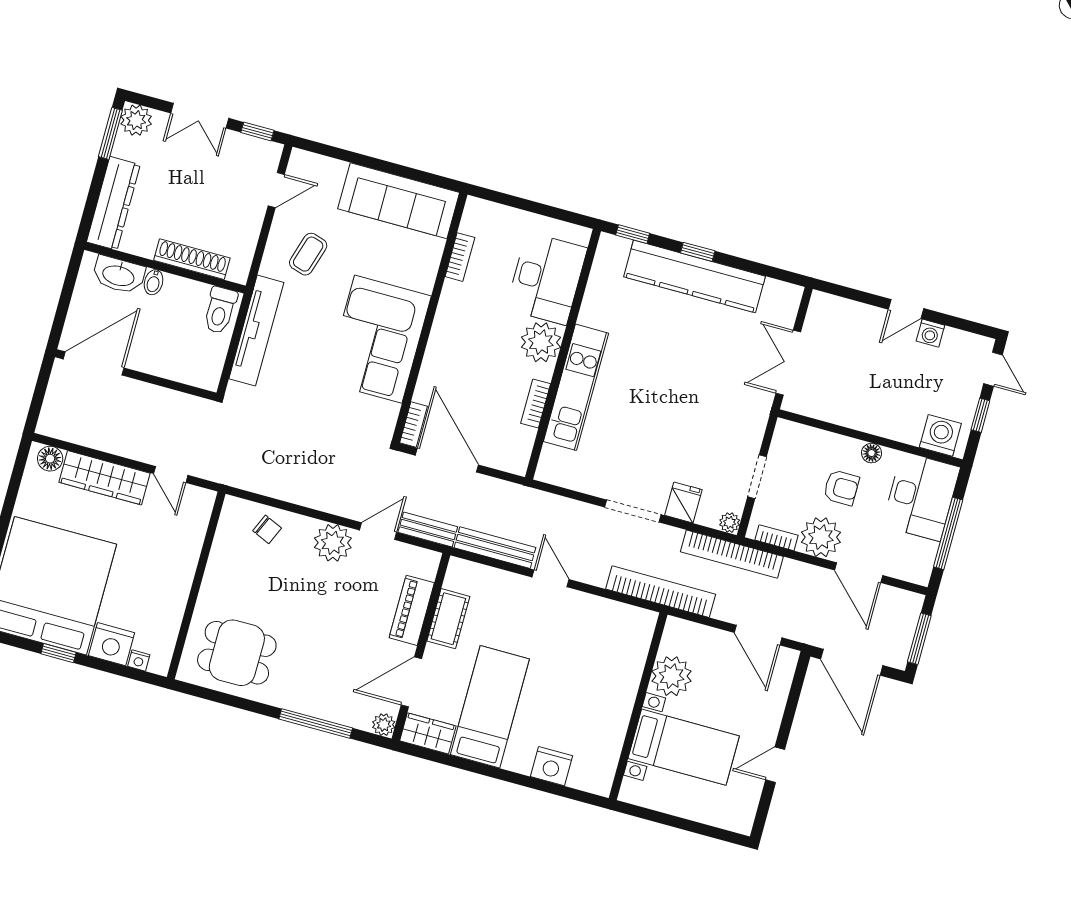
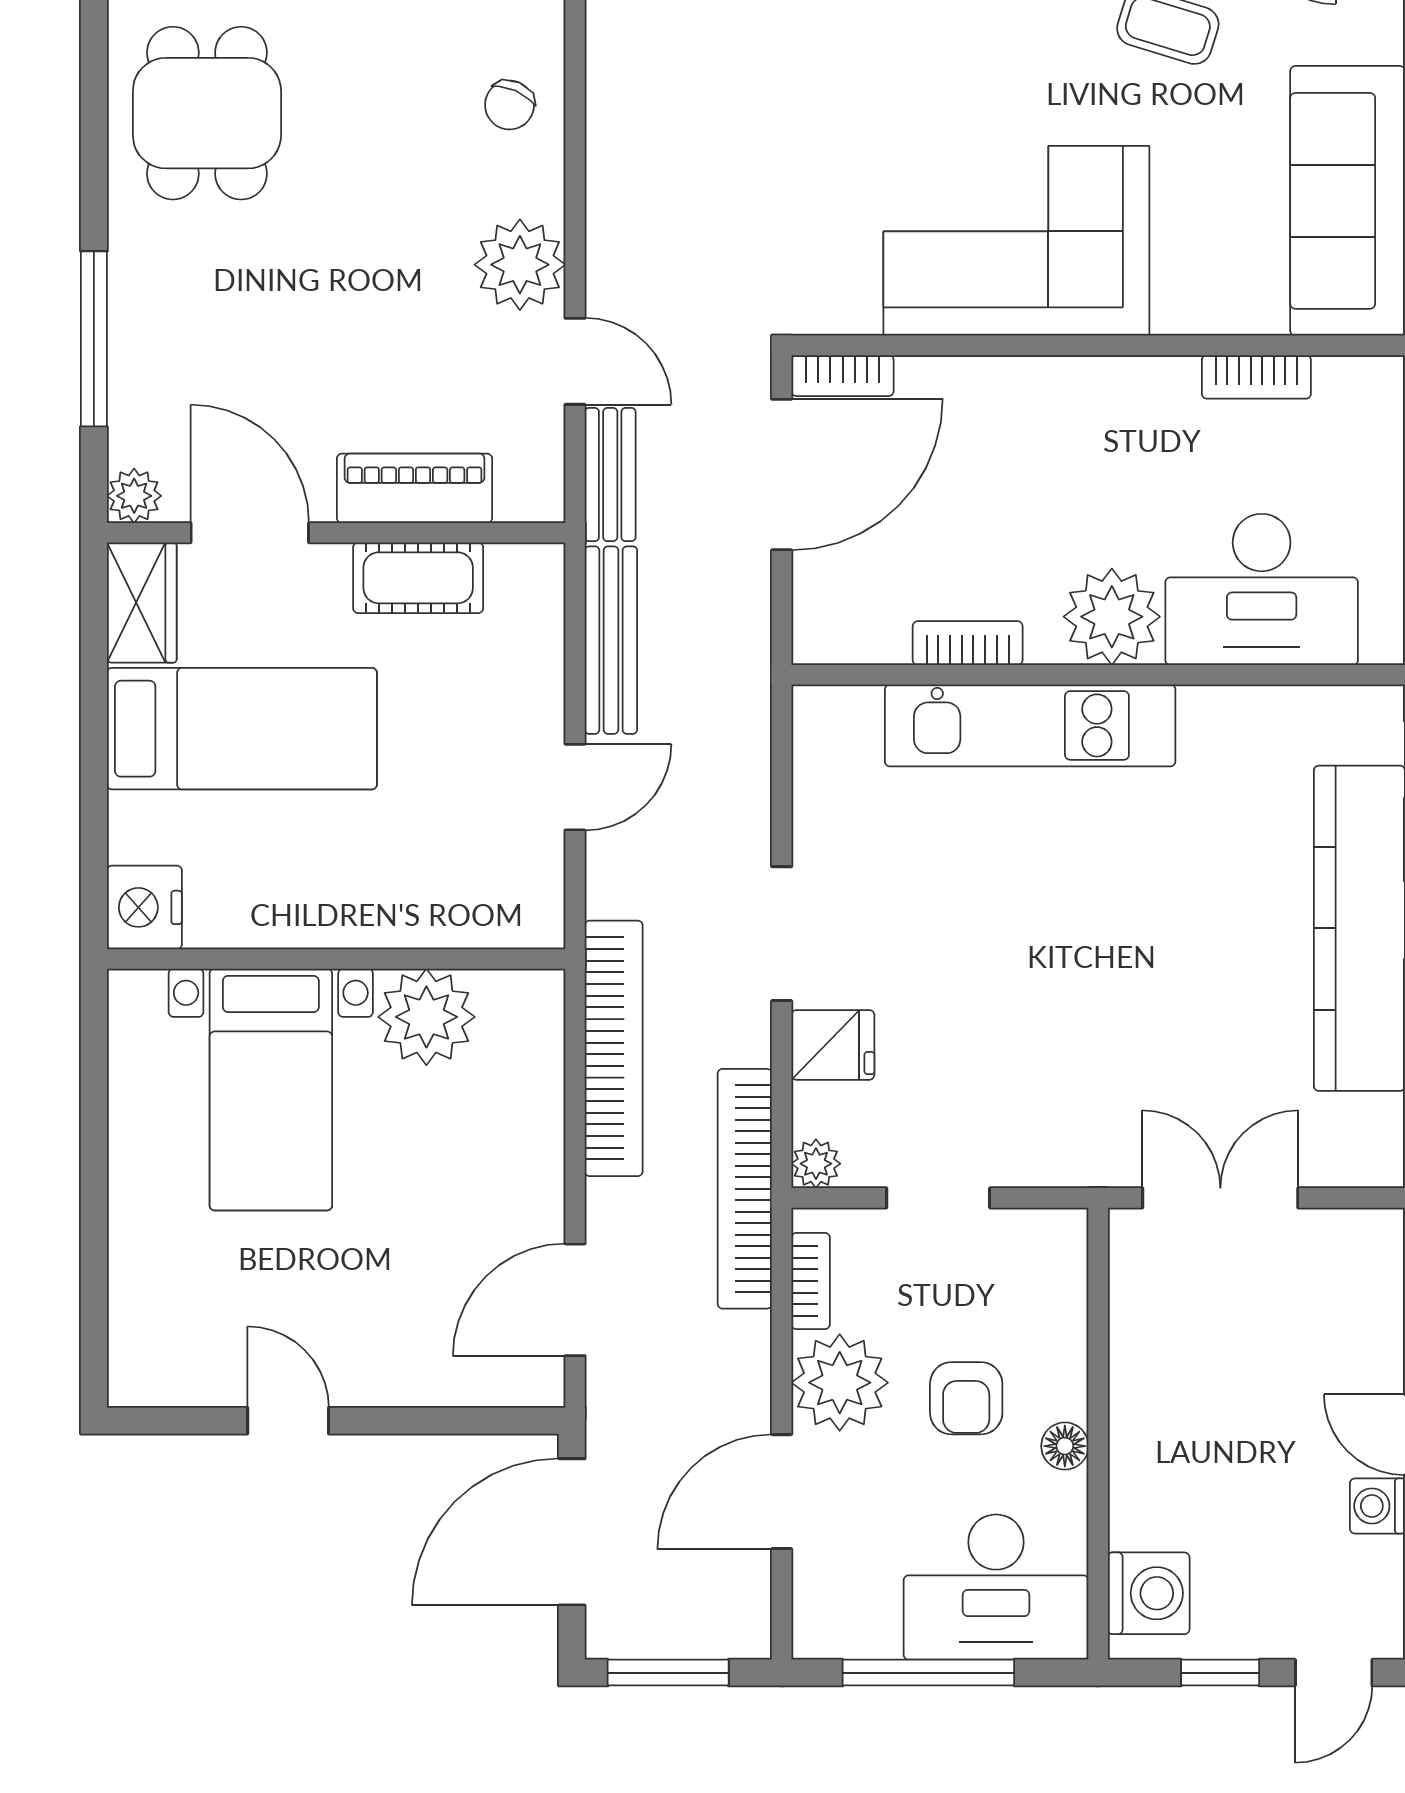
plant: (672, 676) -> (426, 1017), moved
wall: (638, 706) -> (336, 959), moved
bed with nightstands: (684, 747) -> (271, 1090), moved

